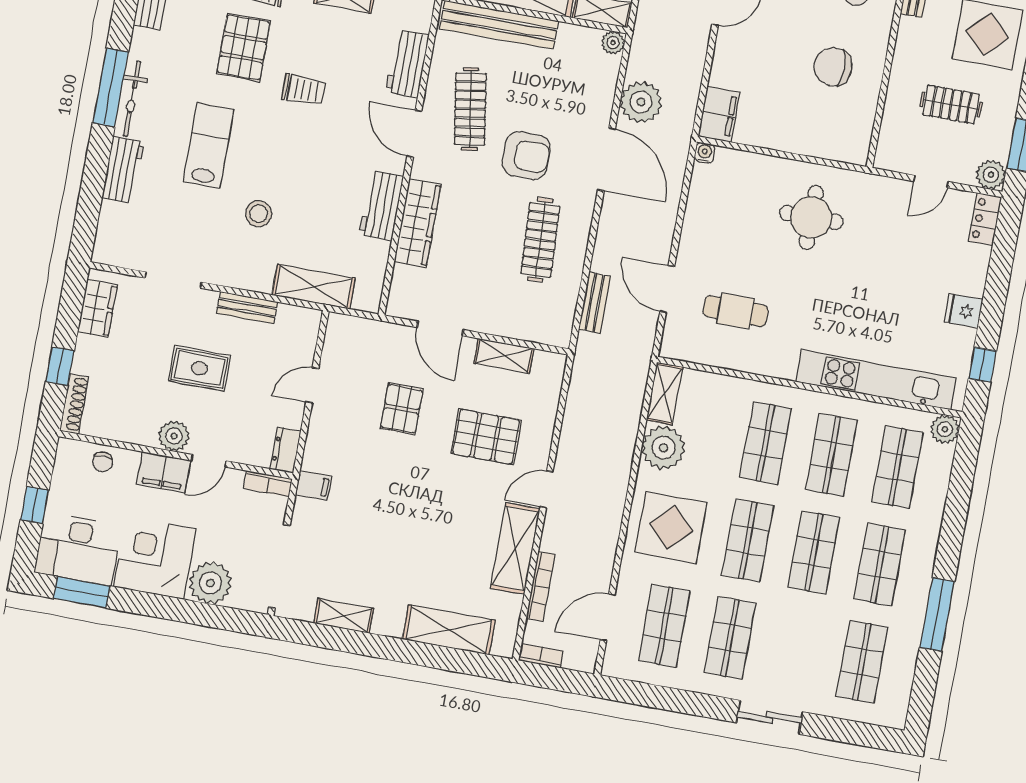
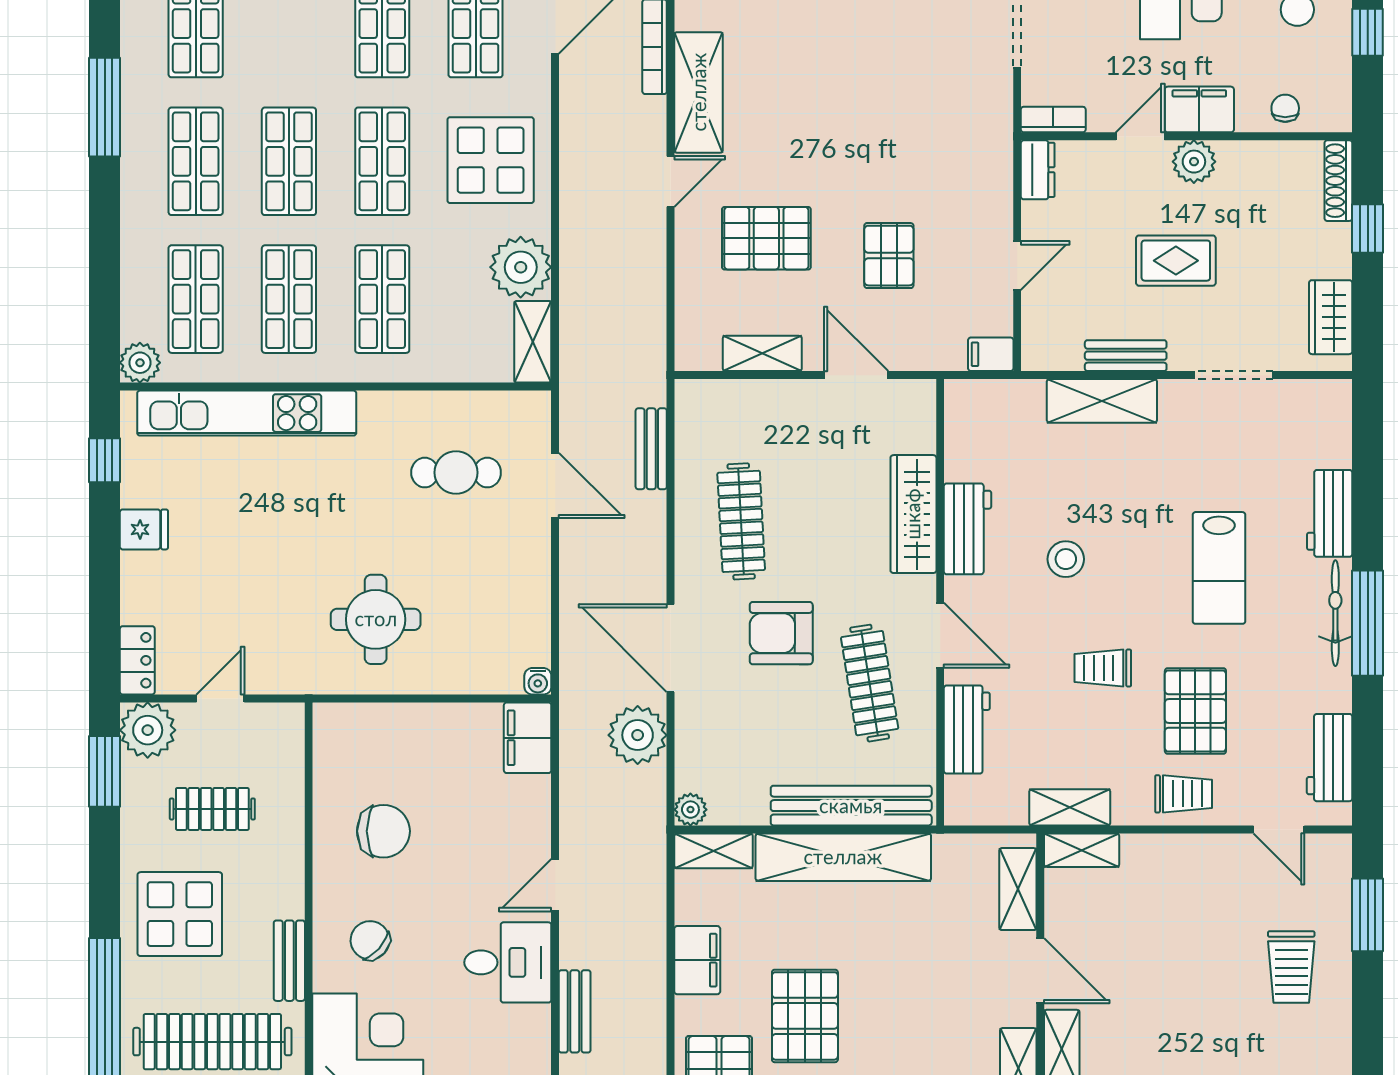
plant: (991, 175) -> (148, 730), width x1.36, depth x1.36
stool: (259, 214) -> (1066, 559), moved
shelving: (314, 287) -> (1102, 401), moved
filing cabinet: (313, 485) -> (991, 354), moved

